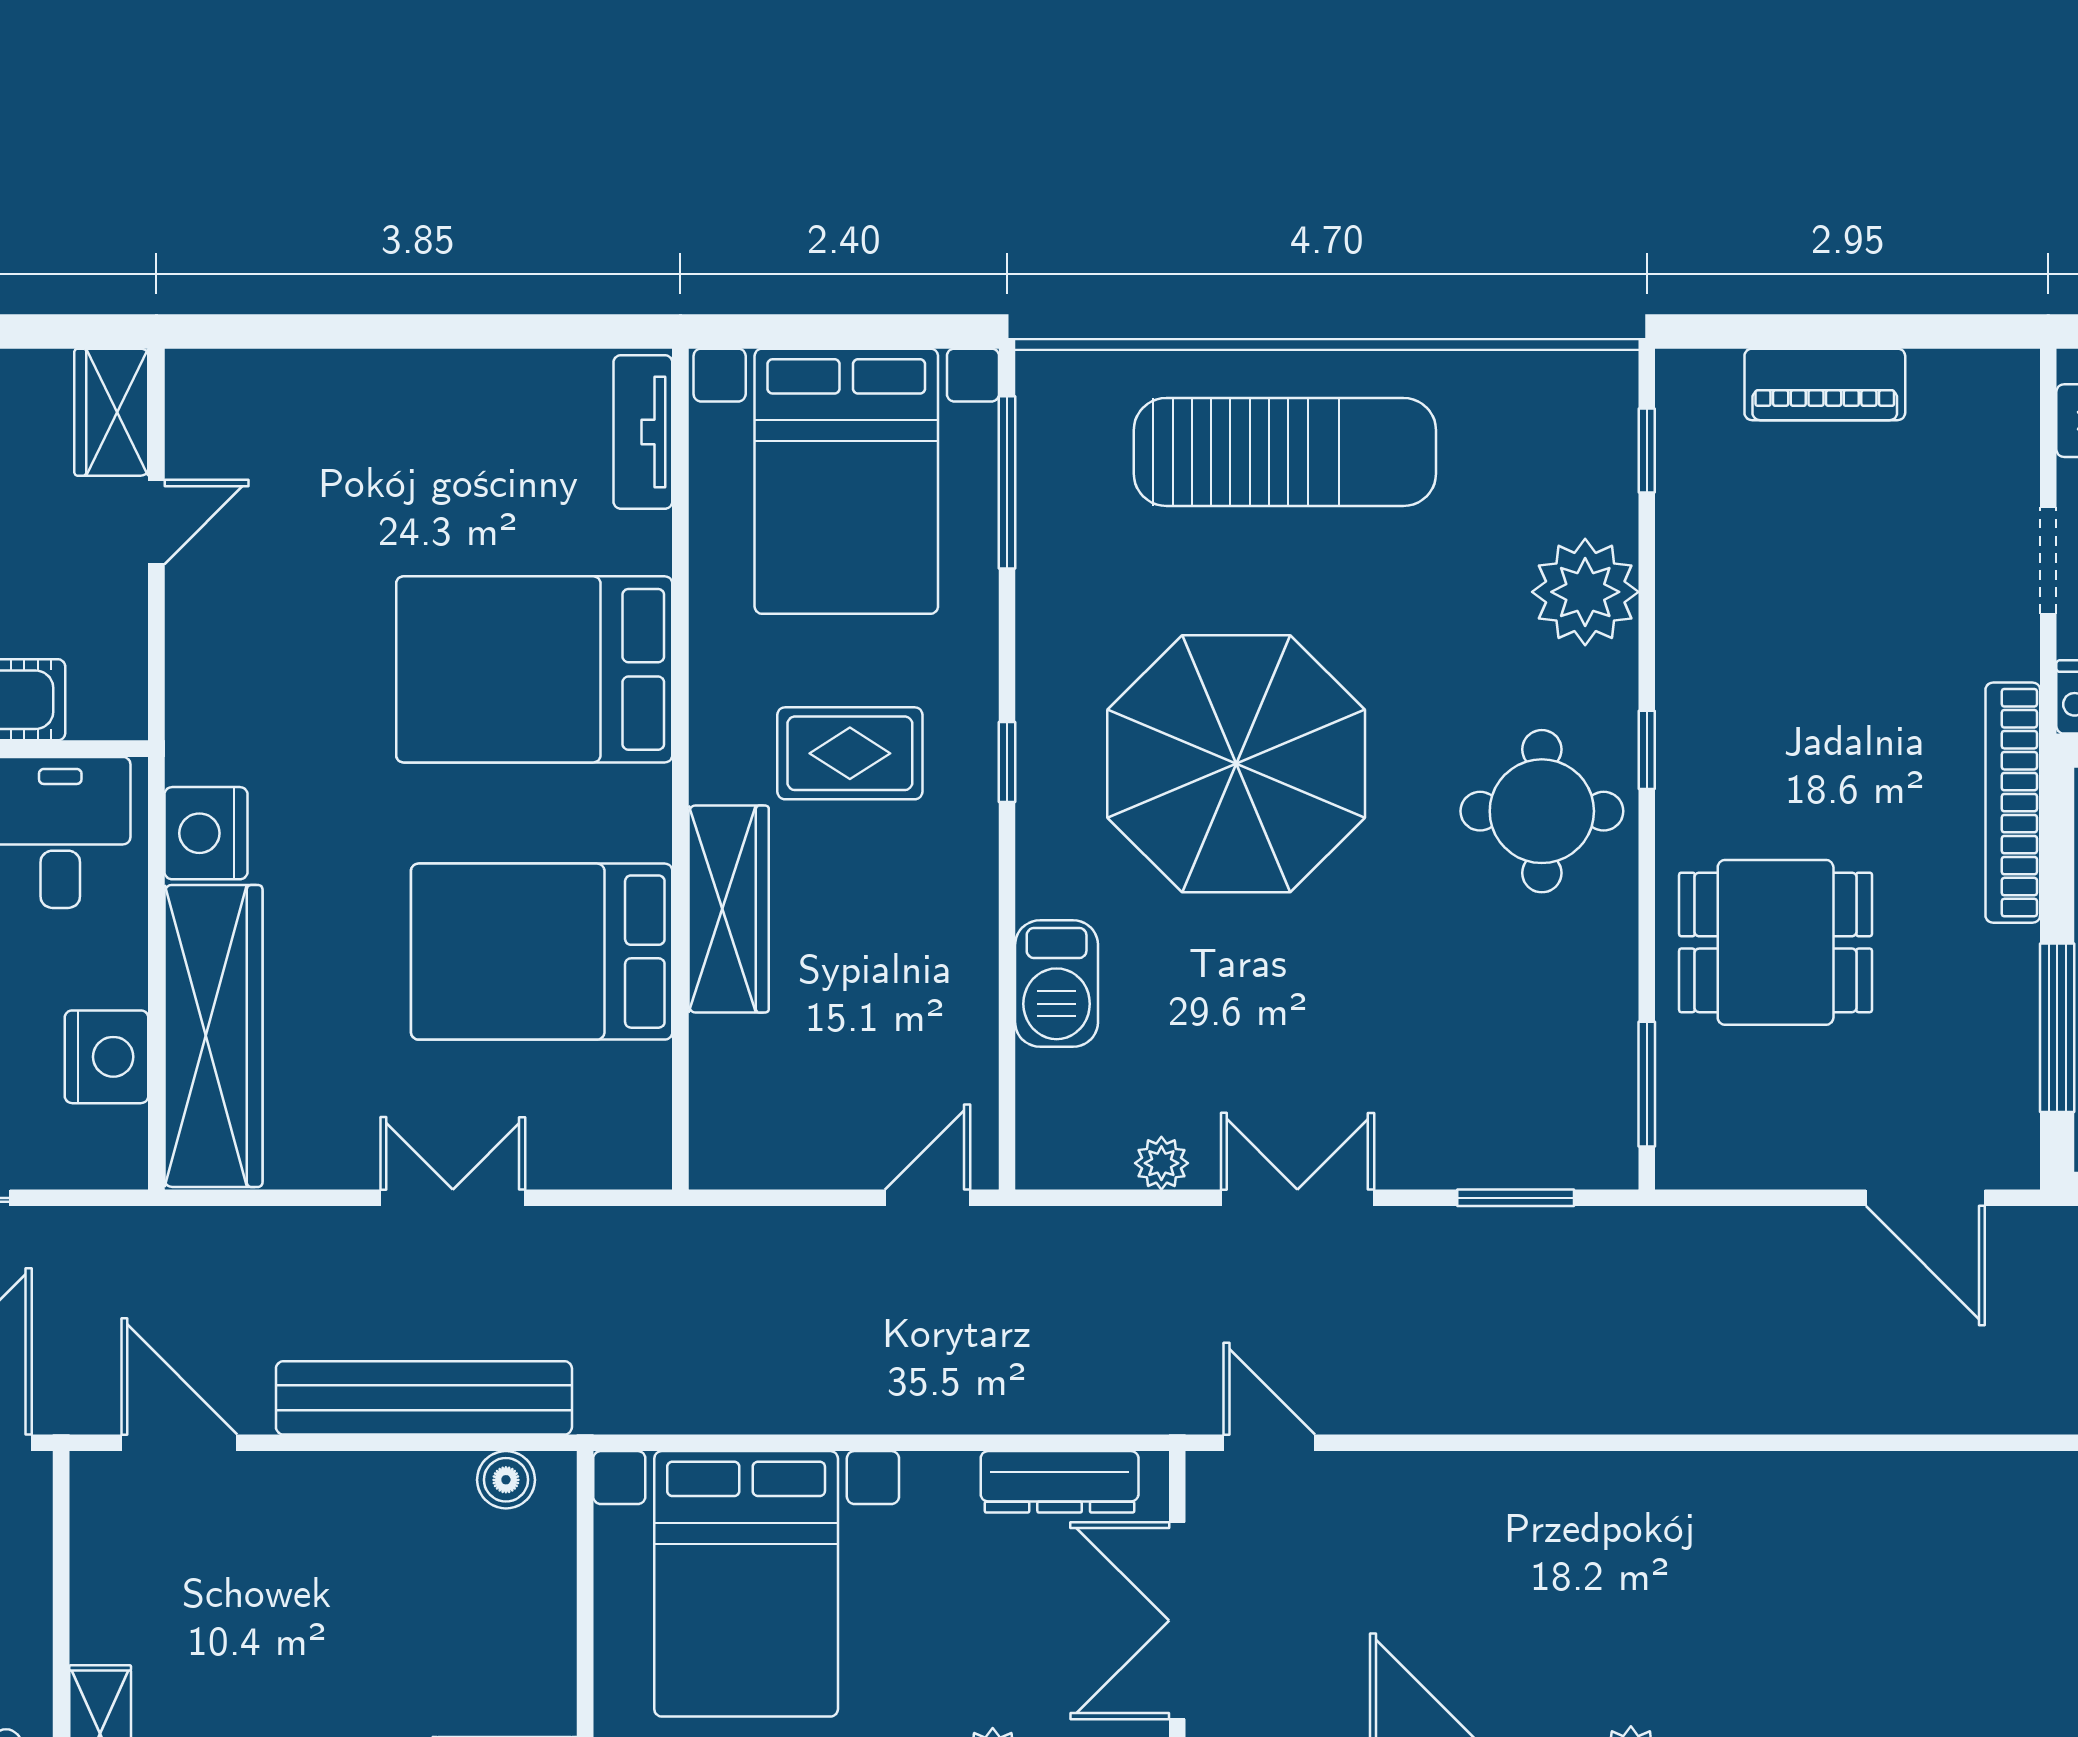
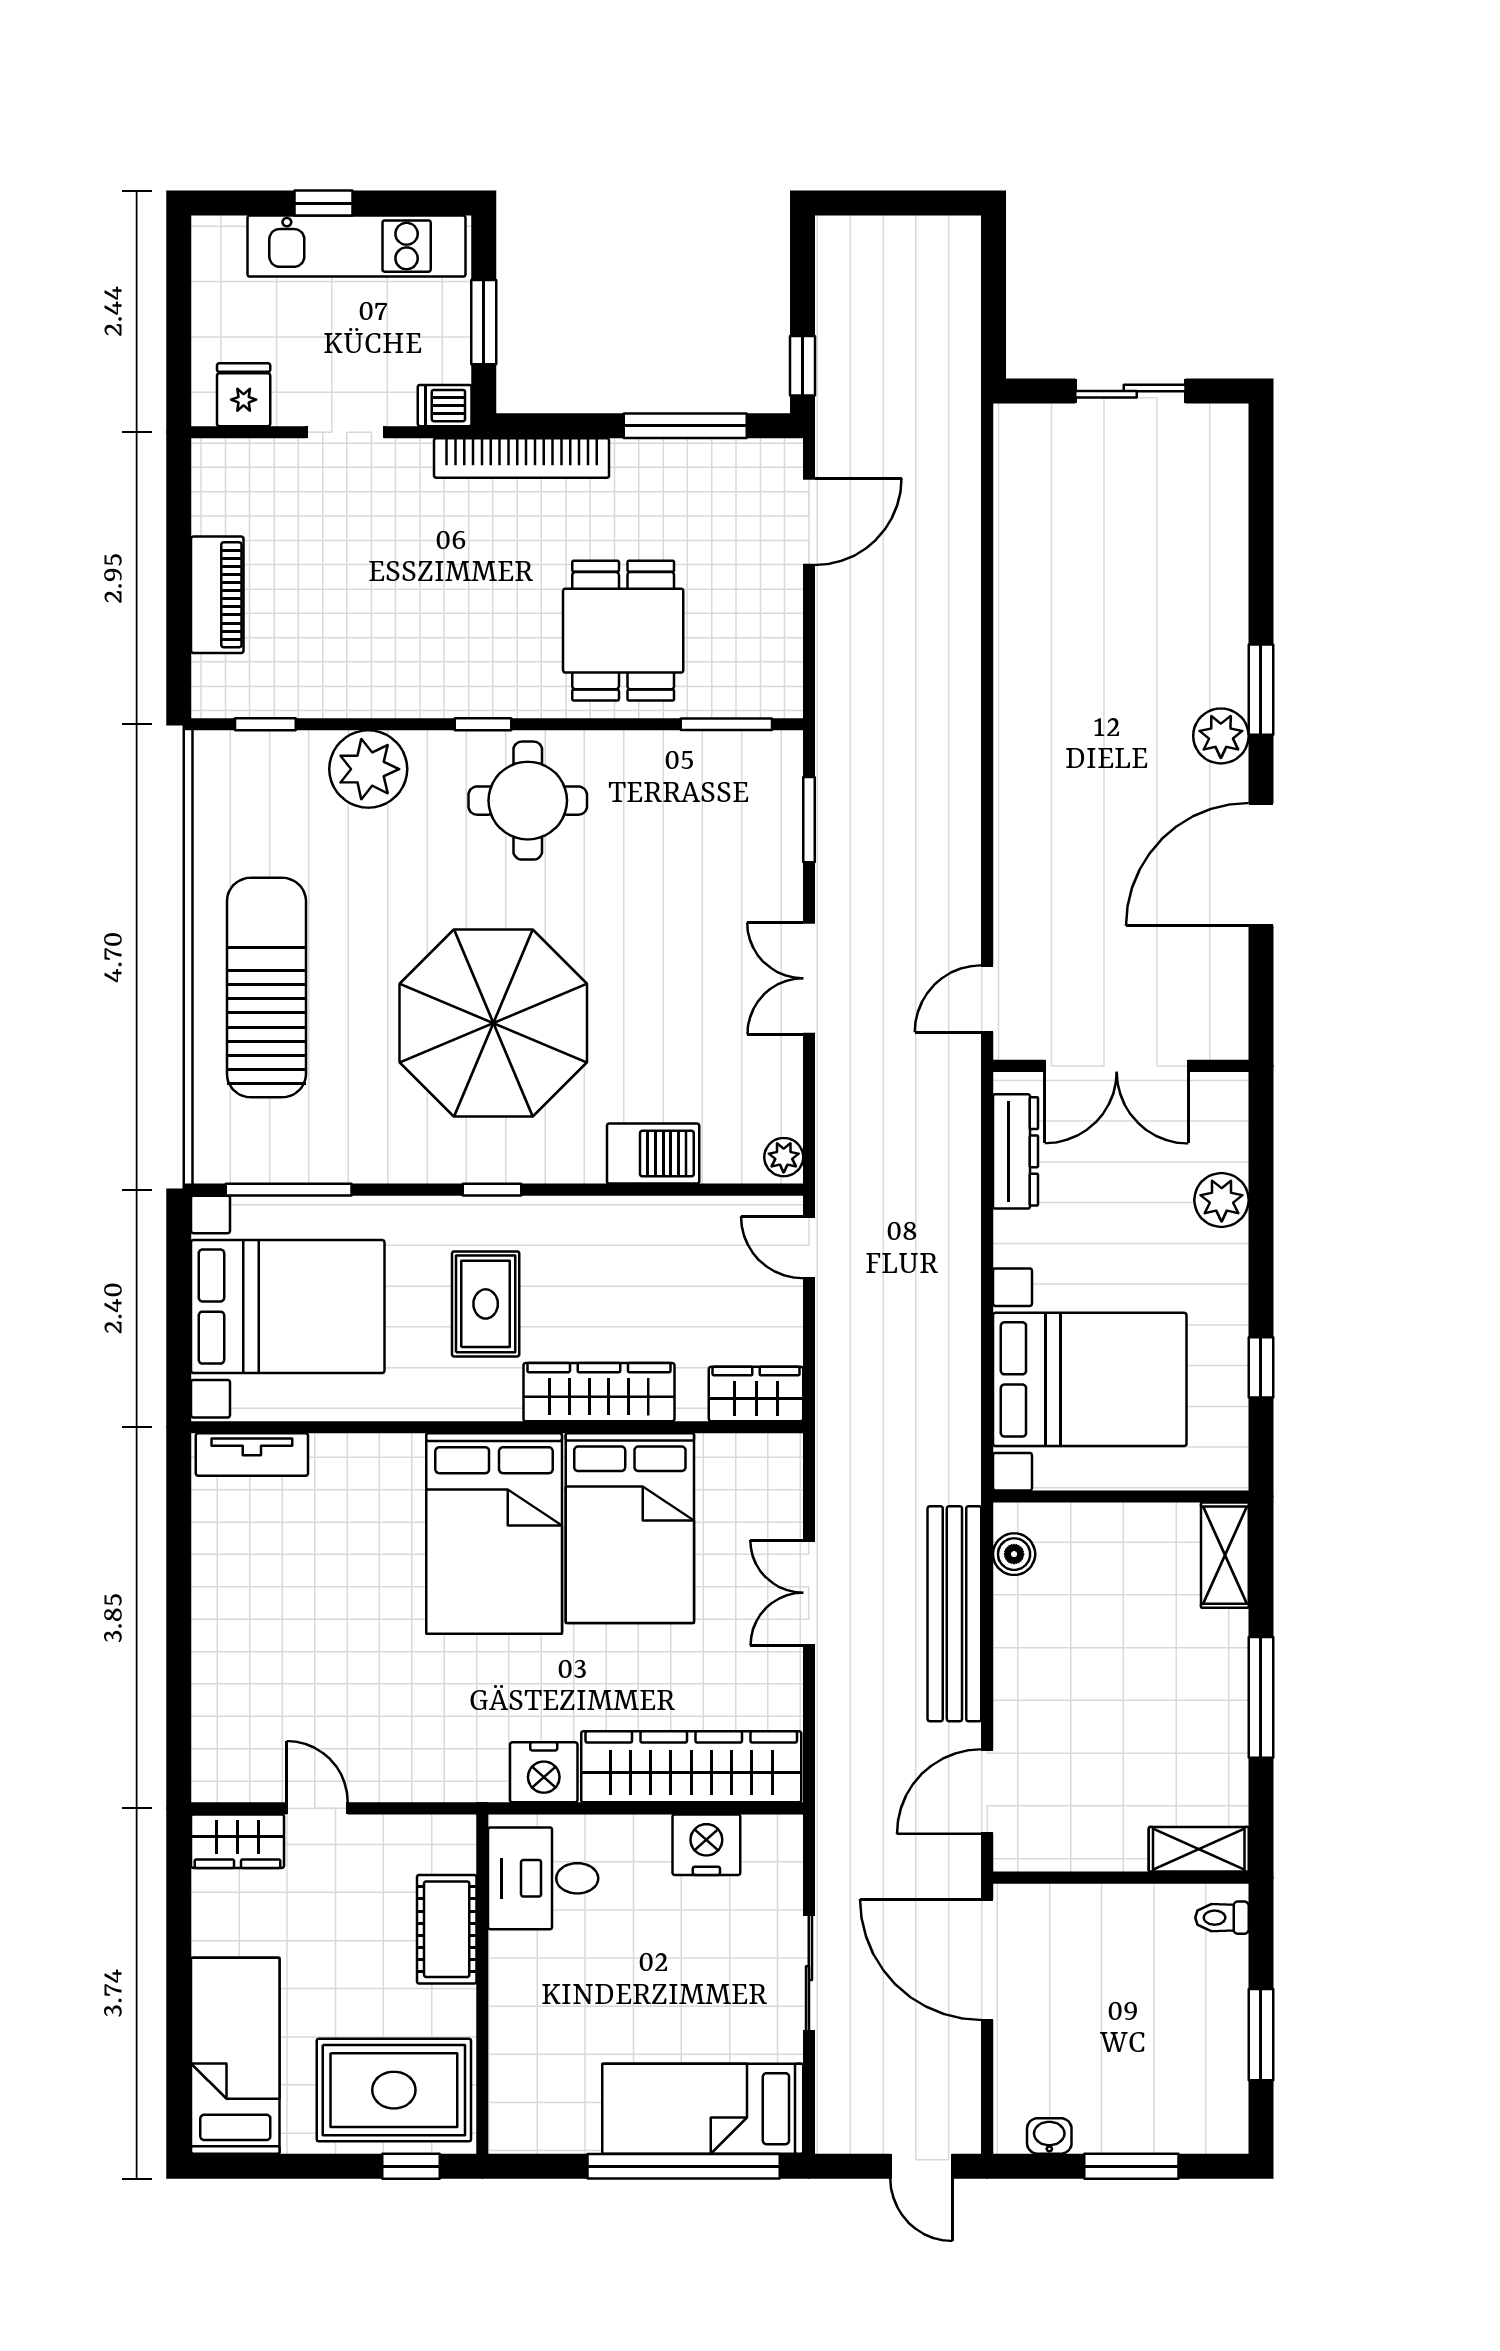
bed: (534, 669) -> (494, 1534), moved
wardrobe: (726, 1125) -> (756, 1394), added
plant: (1161, 1163) -> (784, 1157), moved

